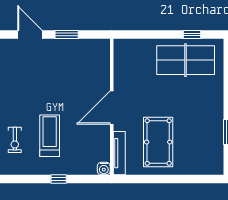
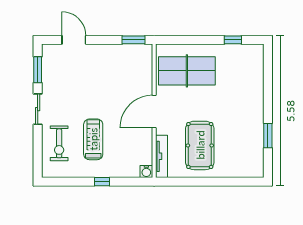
window: (67, 34) -> (133, 40), moved
table tennis table: (186, 60) -> (187, 71), moved
exercise bike: (15, 140) -> (59, 143), width x1.38, depth x1.39

